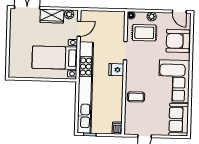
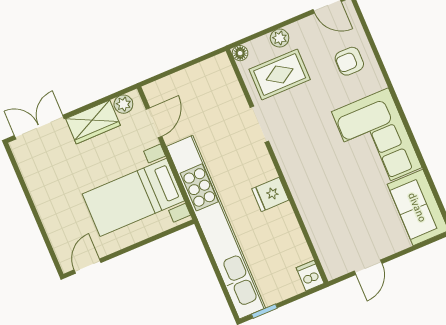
armchair: (178, 41) -> (349, 61), width x0.53, depth x0.53
fridge: (116, 70) -> (270, 194), moved
door: (20, 79) -> (88, 266), added
coffee table: (136, 97) -> (319, 201), removed

